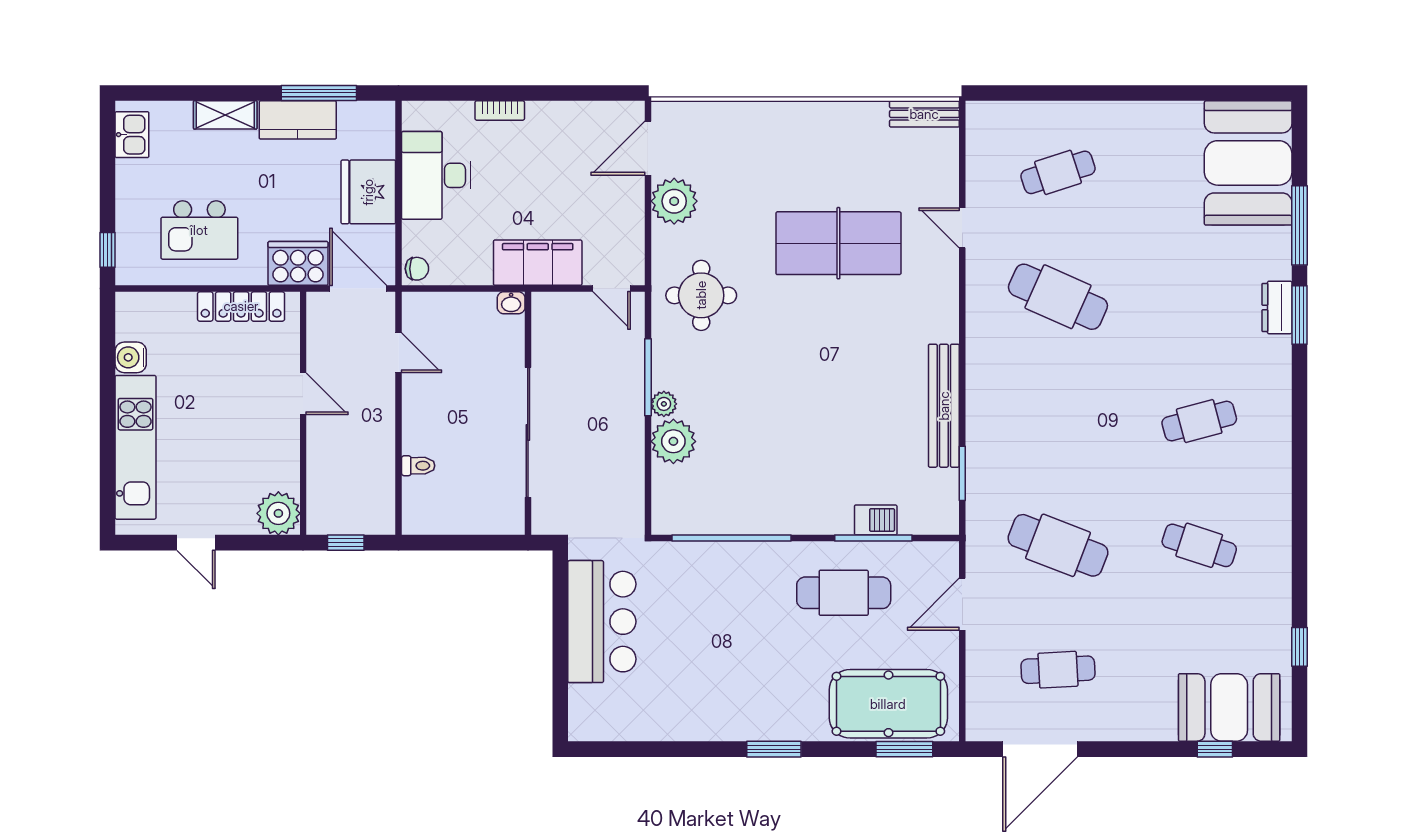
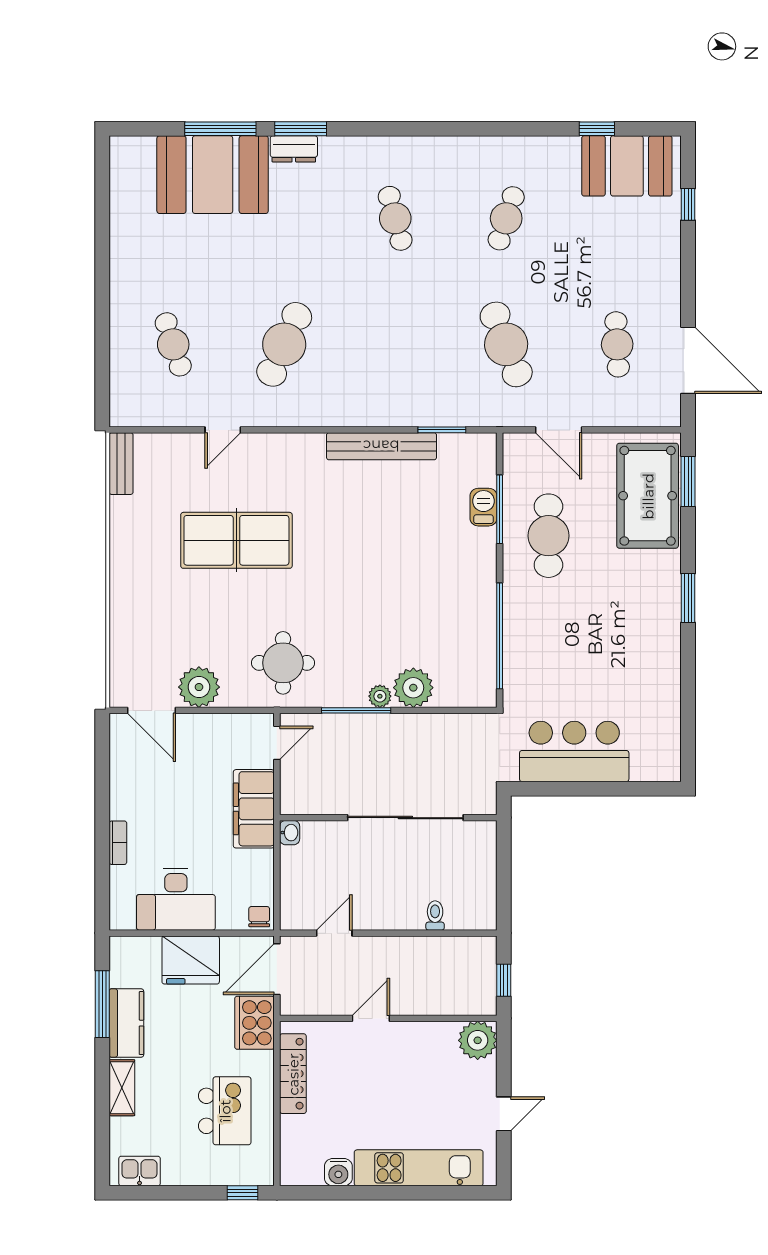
booth: (1248, 163) -> (213, 175), moved
table tennis table: (838, 243) -> (236, 540), turned 90
cafe table: (1058, 545) -> (506, 344), turned -42
booth: (1229, 707) -> (627, 166), moved, turned 90

